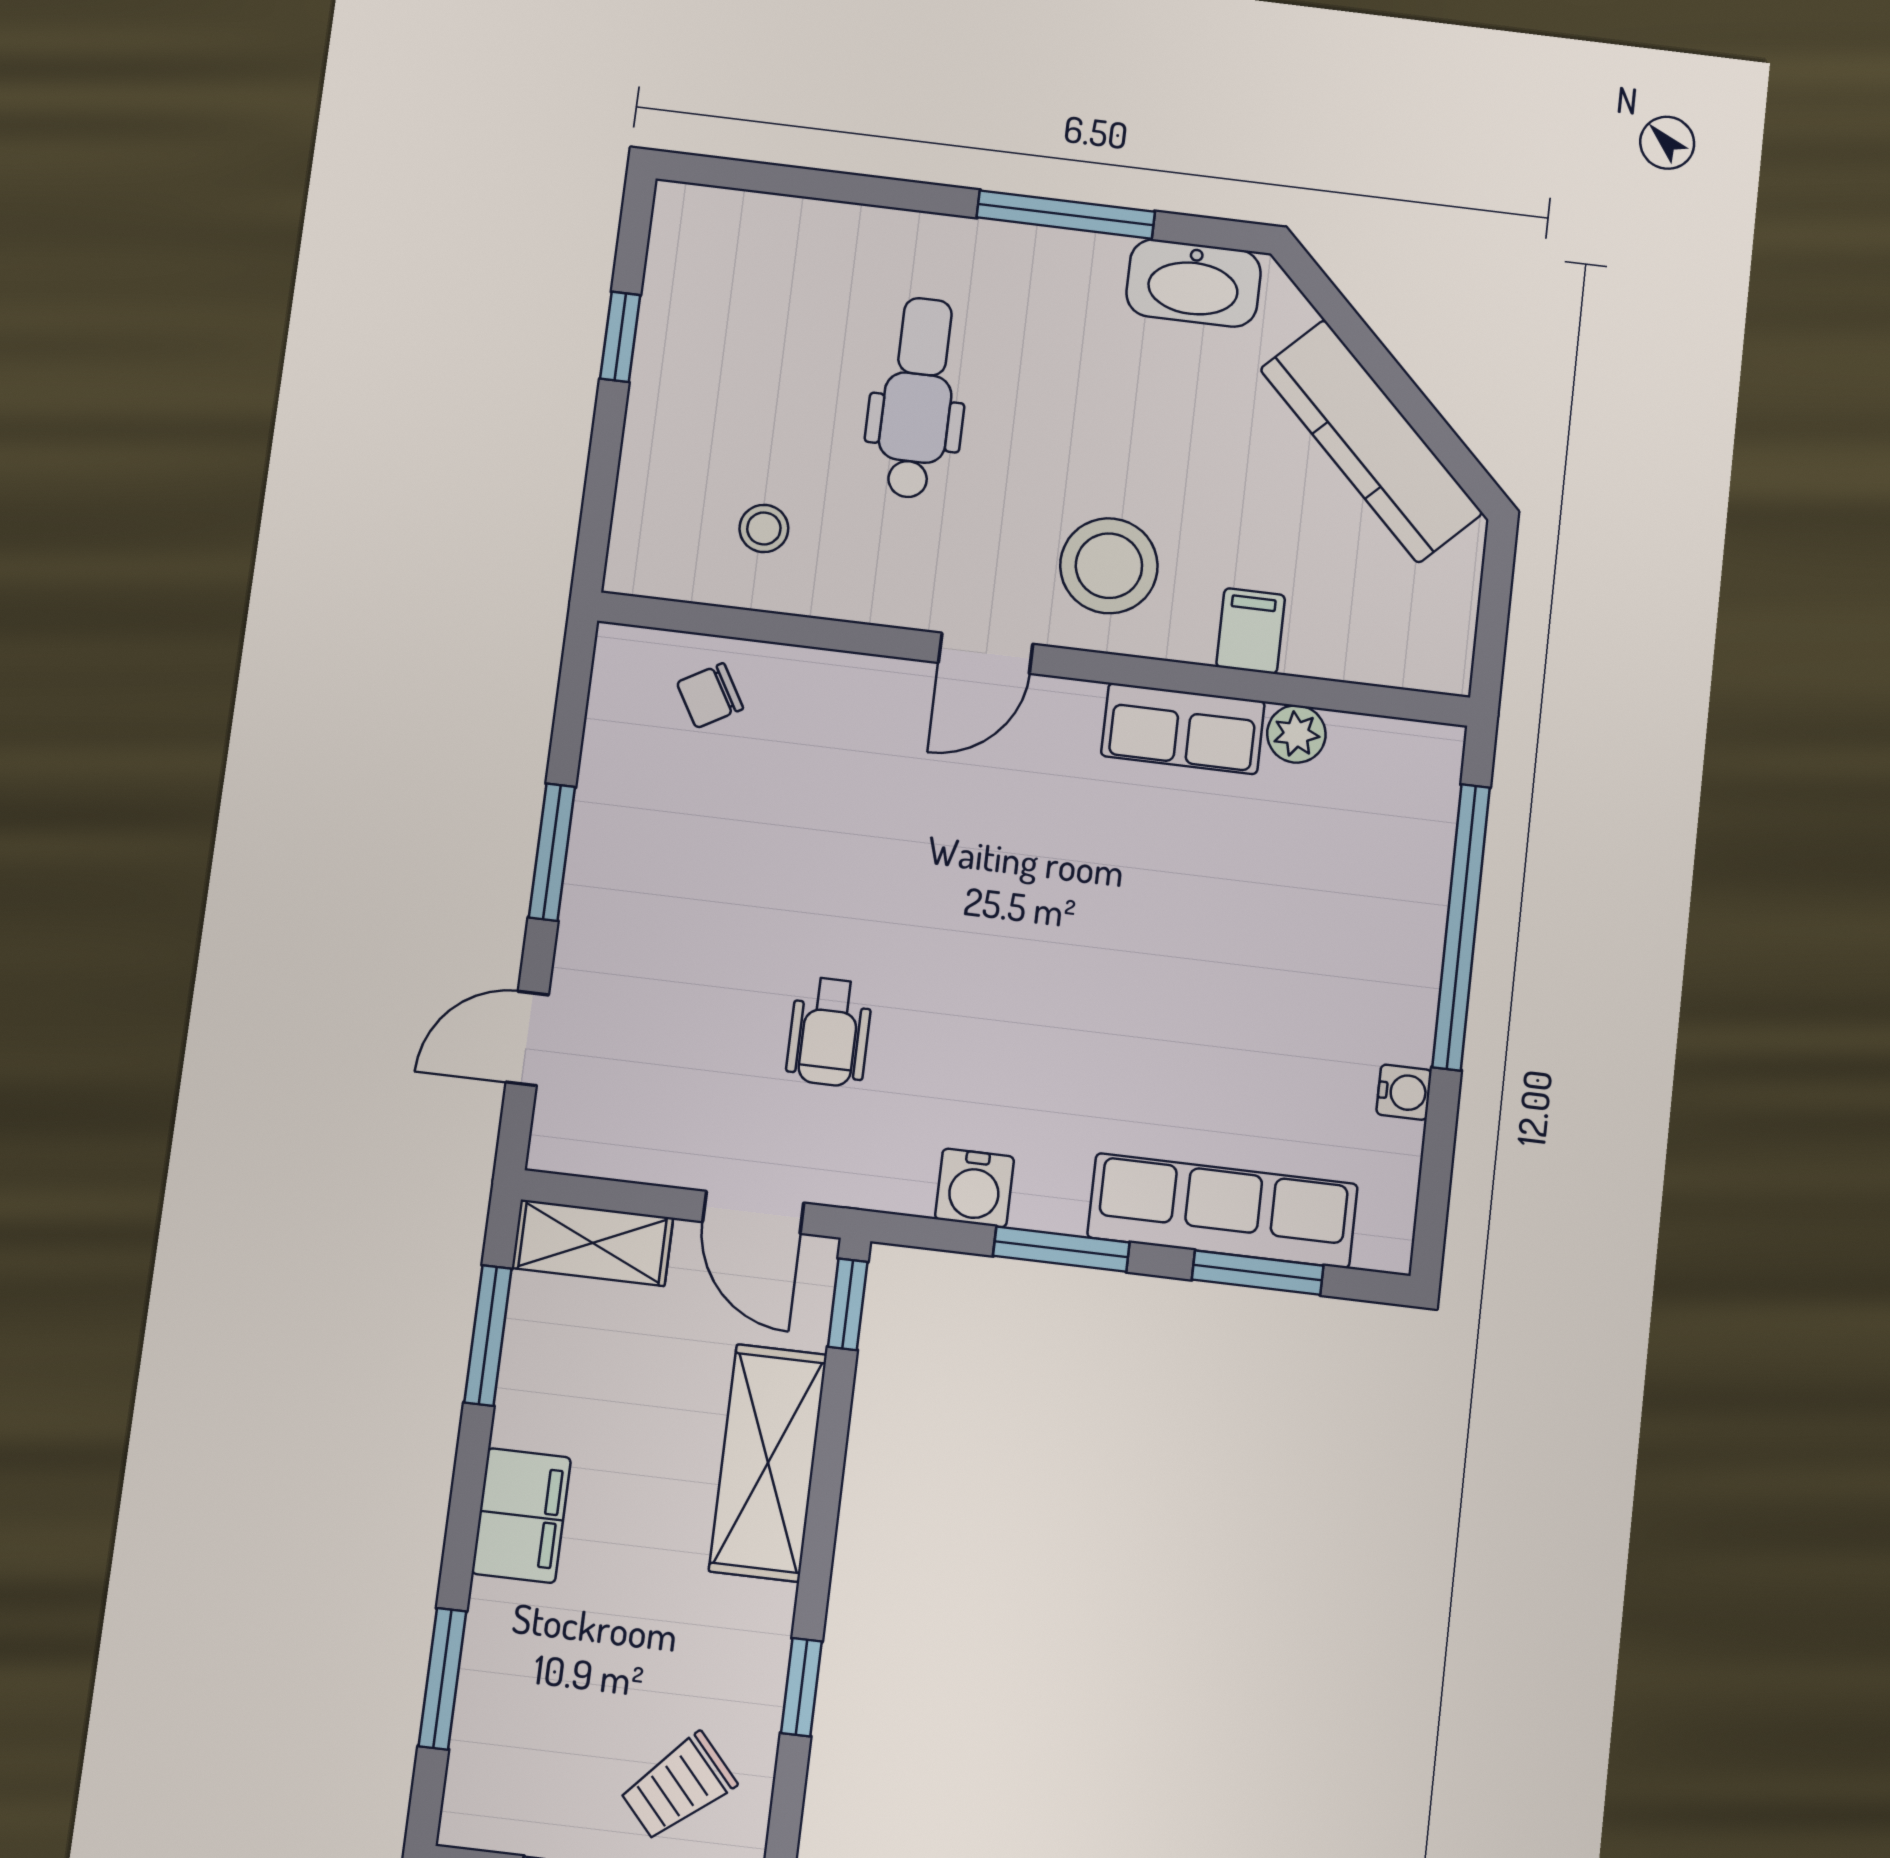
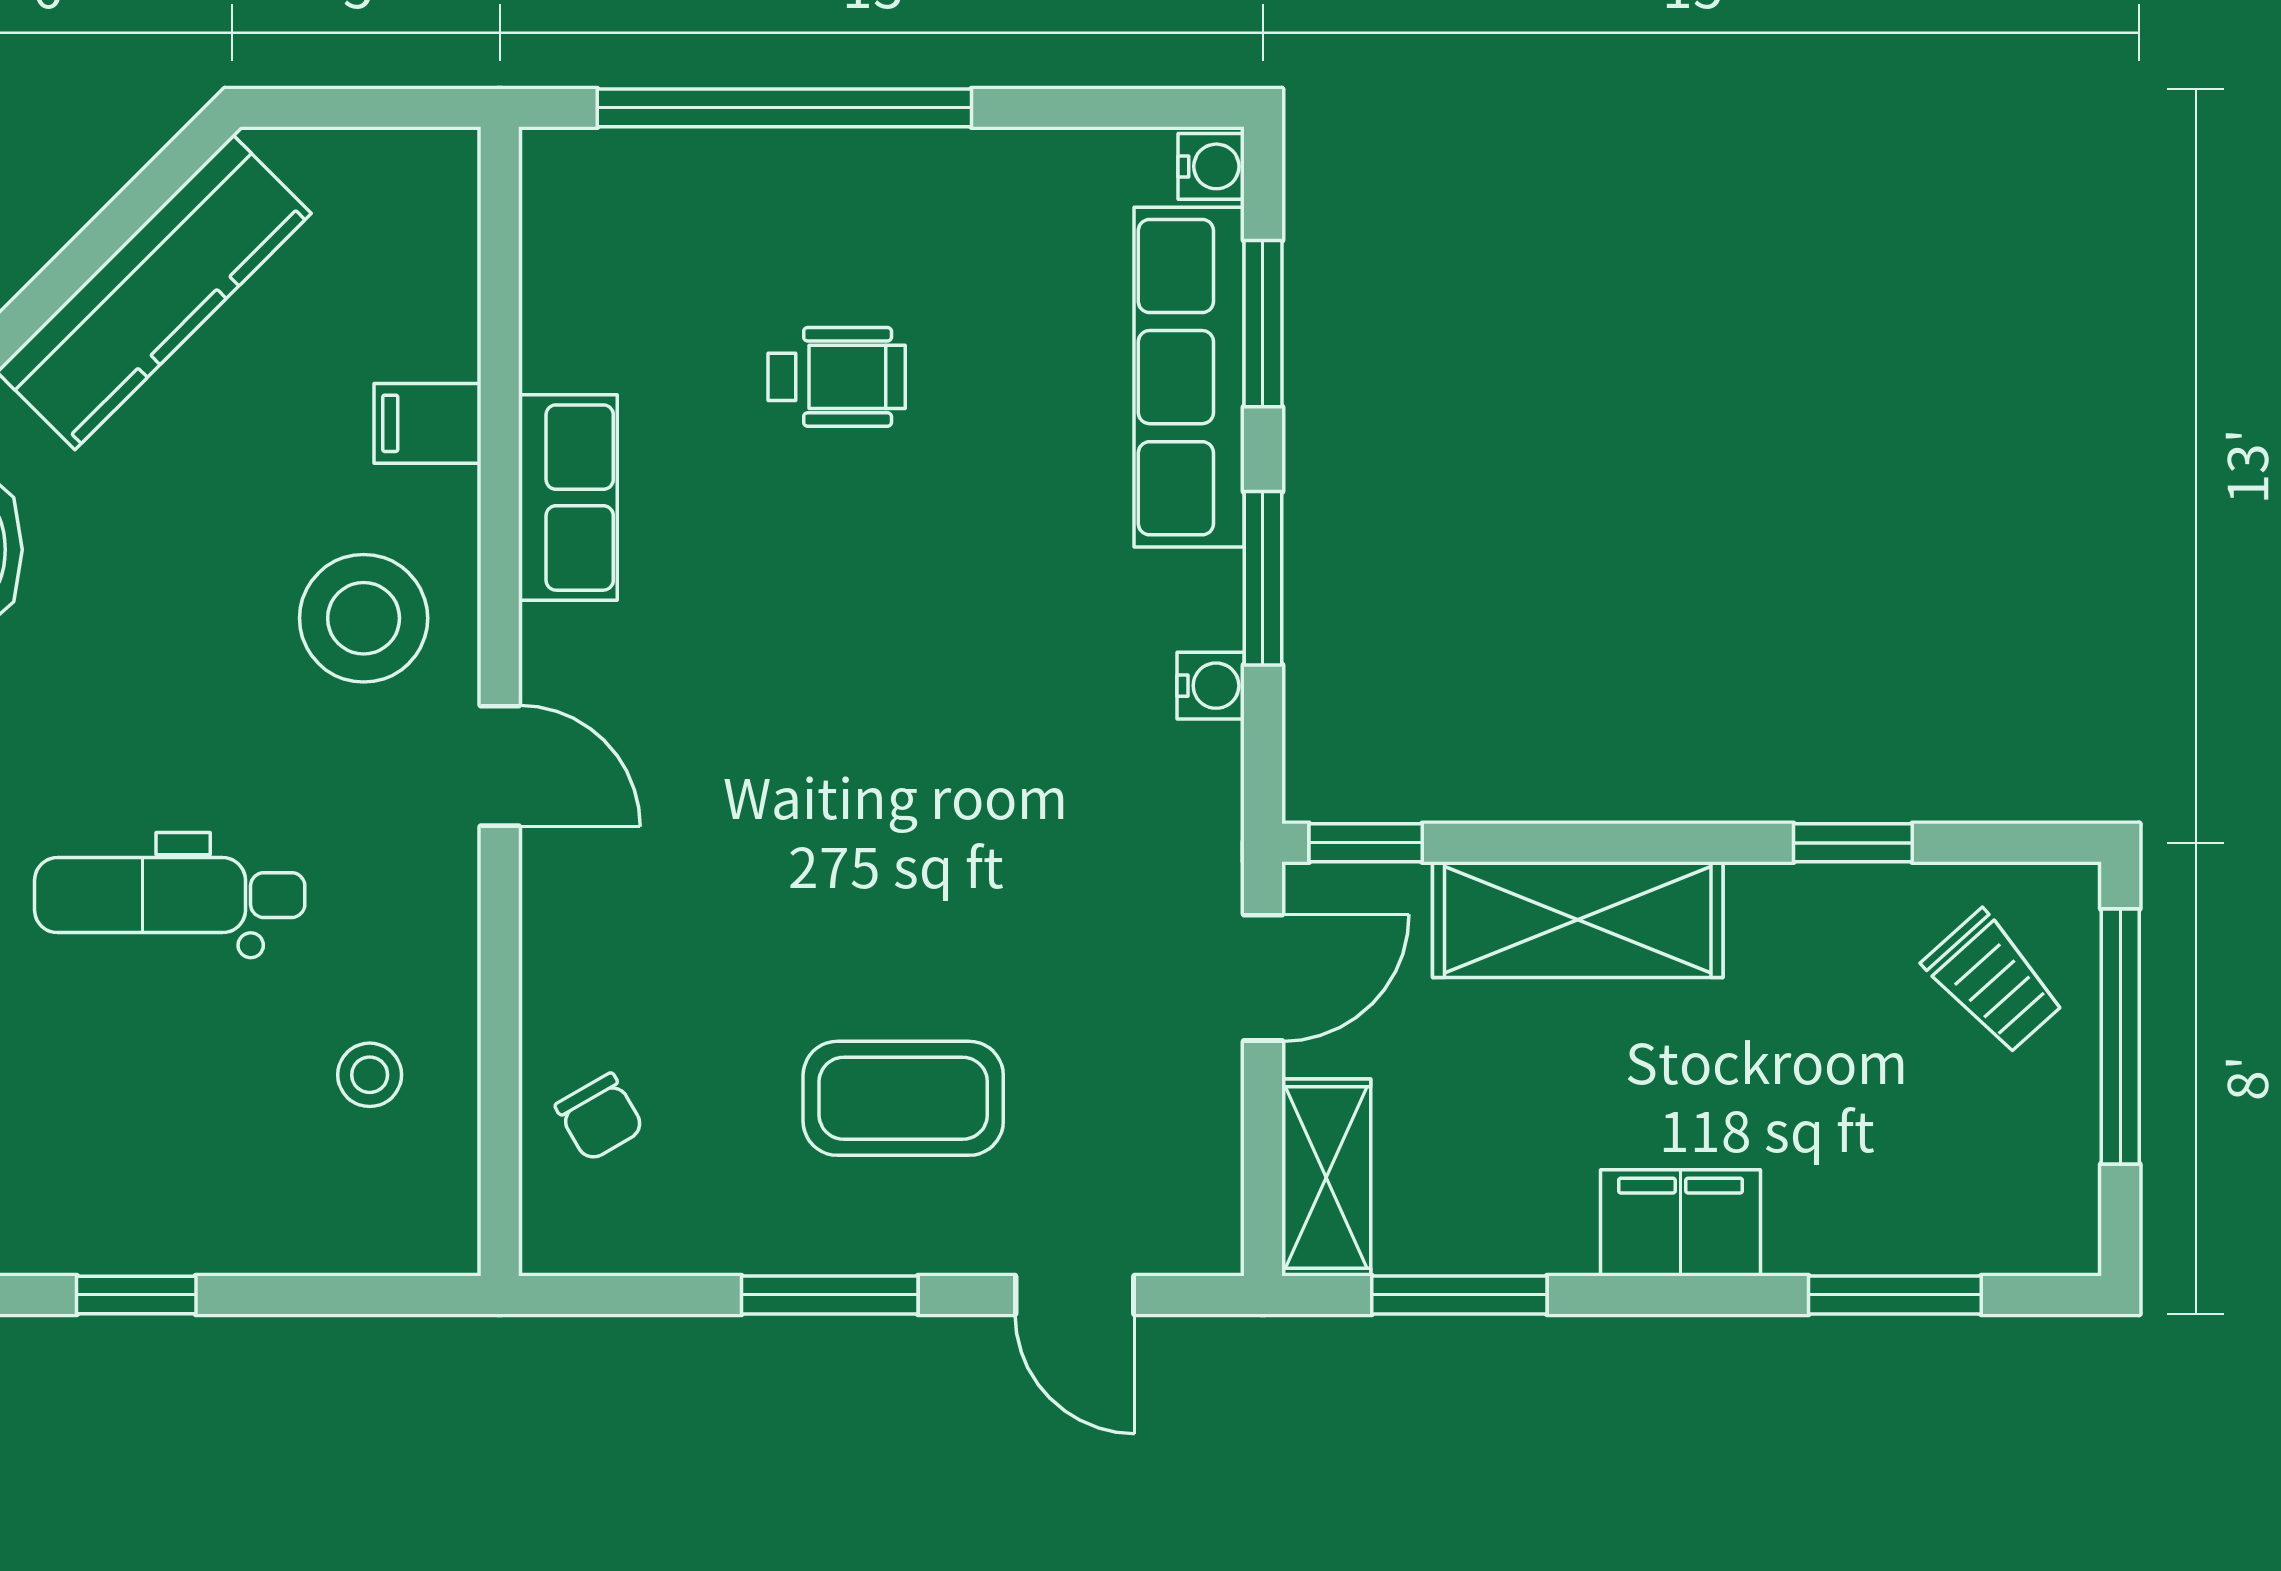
plant: (1296, 734) -> (557, 349), removed
coffee table: (695, 926) -> (903, 1098), added
wheelchair: (829, 1032) -> (837, 377), moved
water cooler: (1404, 1092) -> (1211, 166), moved, turned 90
water cooler: (975, 1188) -> (1211, 686), width x0.72, depth x0.72

